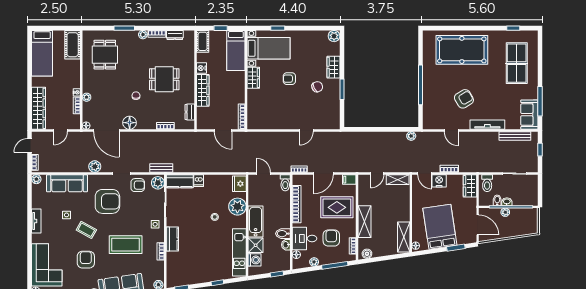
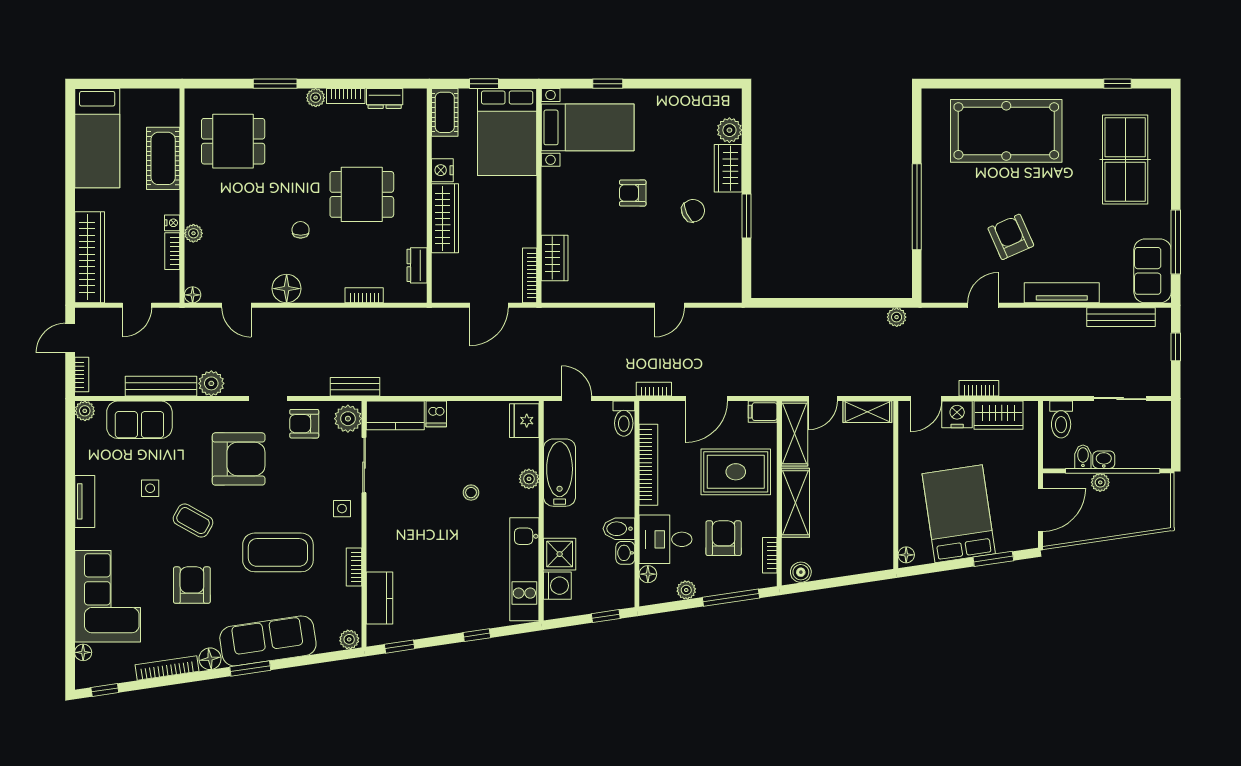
plant: (334, 36) -> (729, 130), moved
cot: (73, 45) -> (163, 158), moved
bed: (236, 50) -> (507, 132), width x1.50
dining table: (105, 55) -> (233, 141), turned 90
wardrobe: (253, 78) -> (555, 258), moved
armchair: (464, 99) -> (1011, 237), turned -83
door: (106, 130) -> (236, 305), width x0.53
door: (223, 130) -> (489, 305), hinge flipped
door: (451, 130) -> (983, 305), swing flipped
bench: (72, 168) -> (161, 386), added
door: (425, 174) -> (926, 399), hinge flipped
sofa: (67, 183) -> (139, 420), width x0.73
armchair: (138, 185) -> (304, 424), turned 180
wardrobe: (470, 186) -> (998, 415), moved, turned -90
plant: (237, 207) -> (529, 479), width x0.53, depth x0.53
bathtub: (256, 221) -> (560, 473), moved
door: (478, 225) -> (1040, 510), hinge flipped
shelving: (404, 237) -> (795, 434), moved
kitchen counter: (172, 239) -> (379, 598), moved

